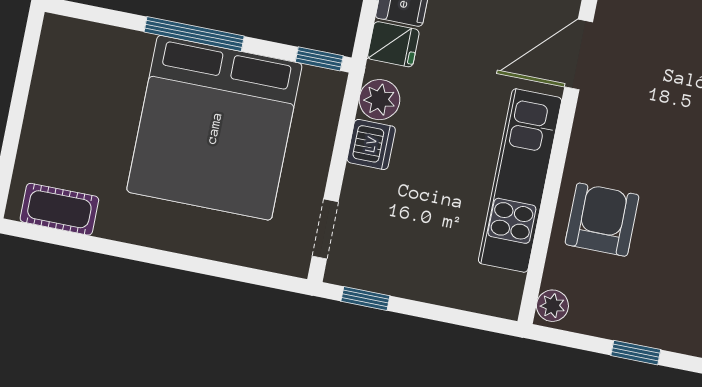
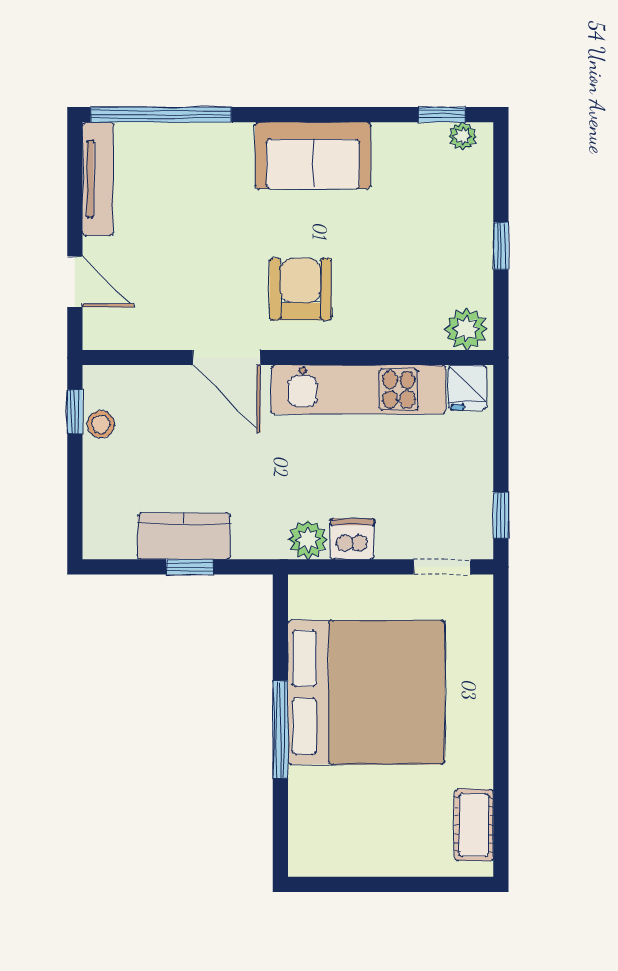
fridge: (393, 44) -> (468, 387), moved, turned 180
window: (319, 59) -> (280, 605), removed
armchair: (602, 220) -> (300, 289), moved, turned 90
plant: (552, 306) -> (466, 329), width x1.38, depth x1.38

